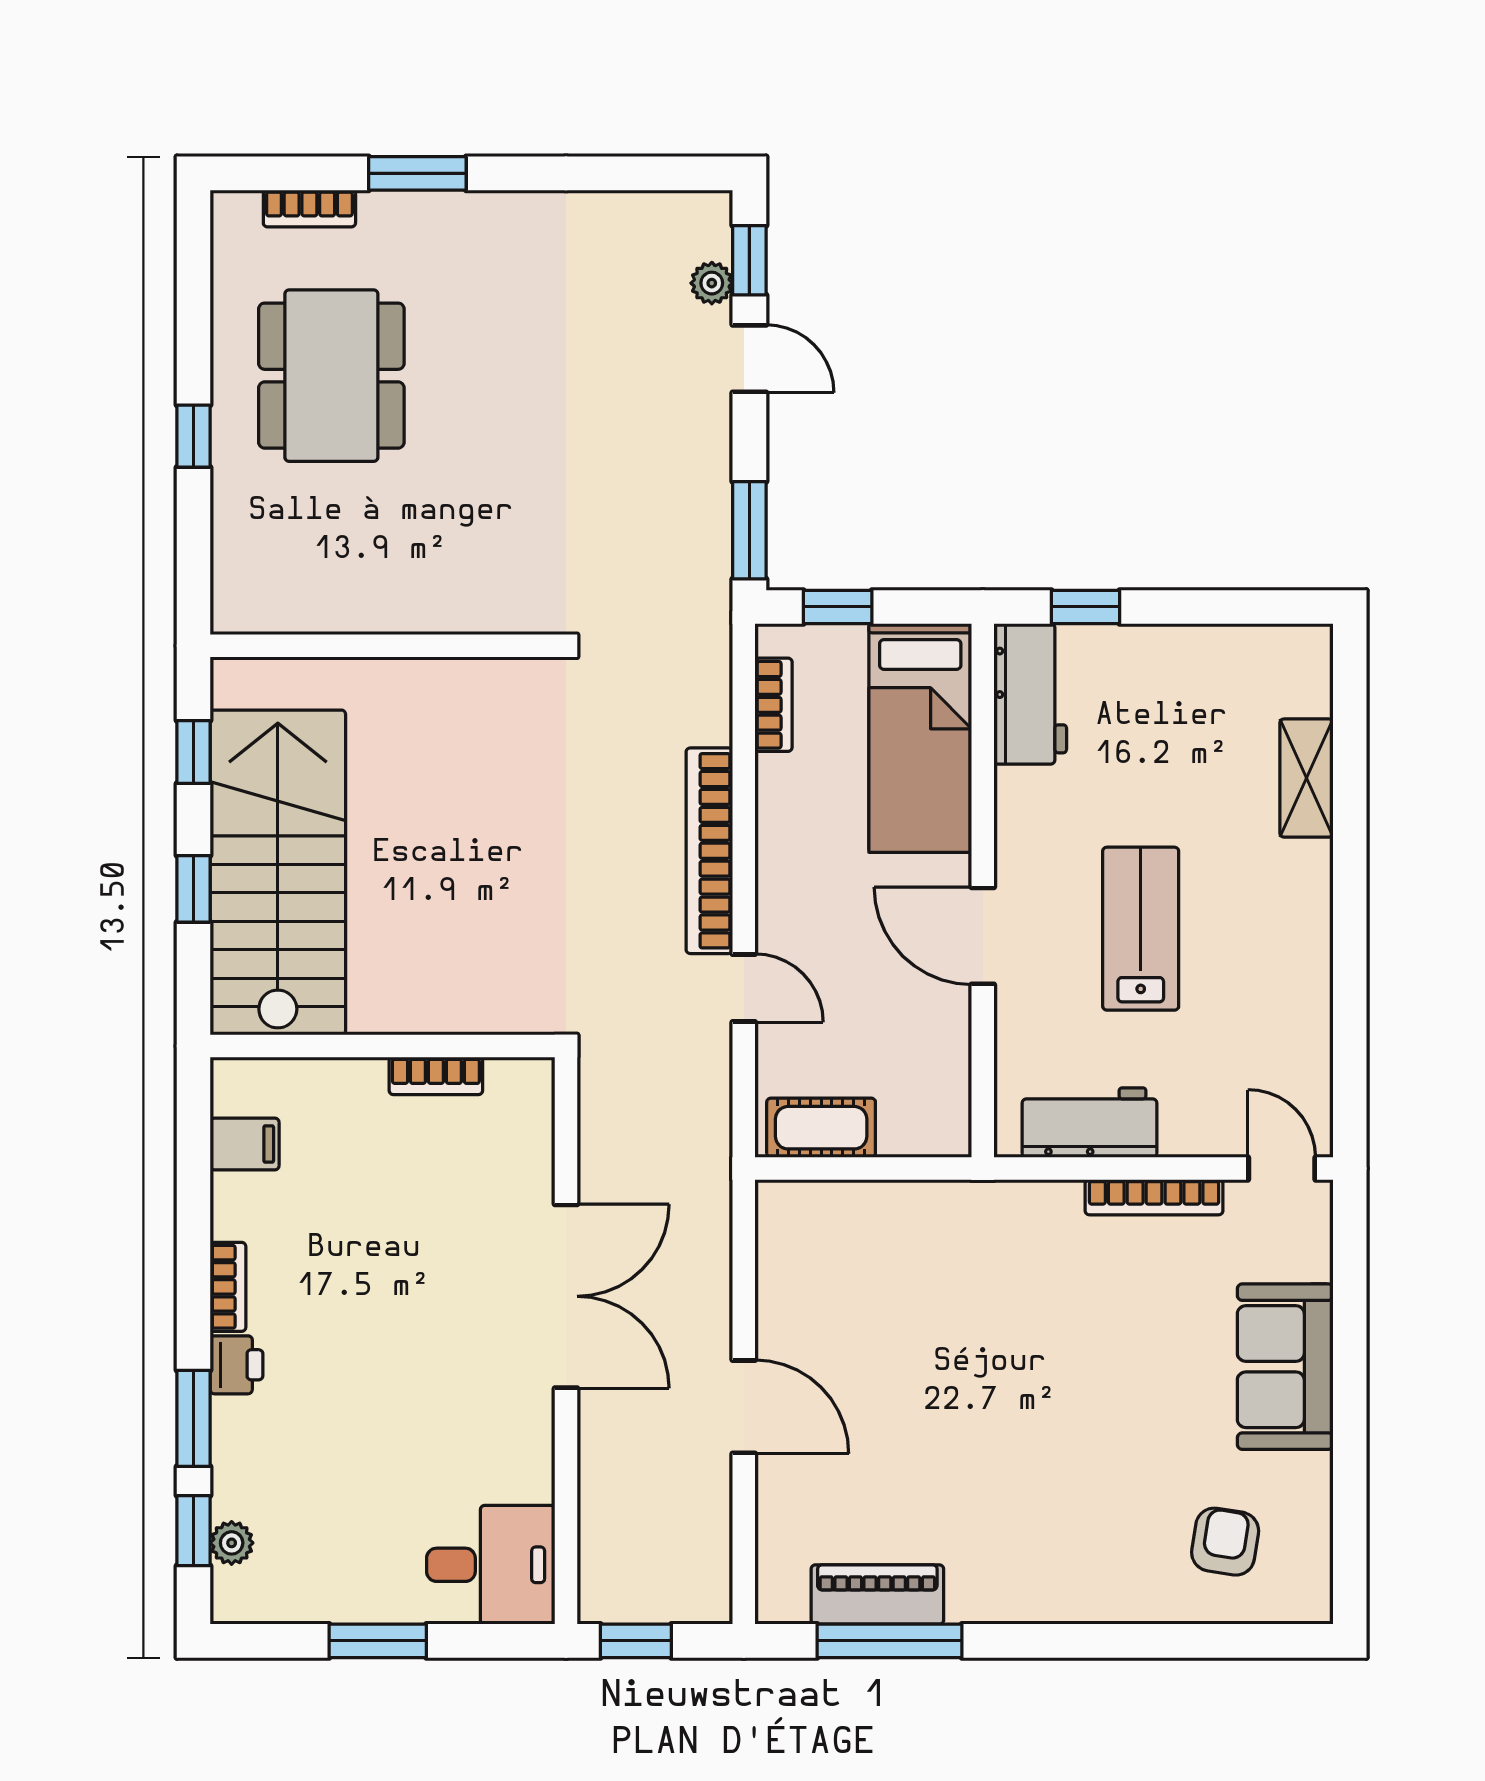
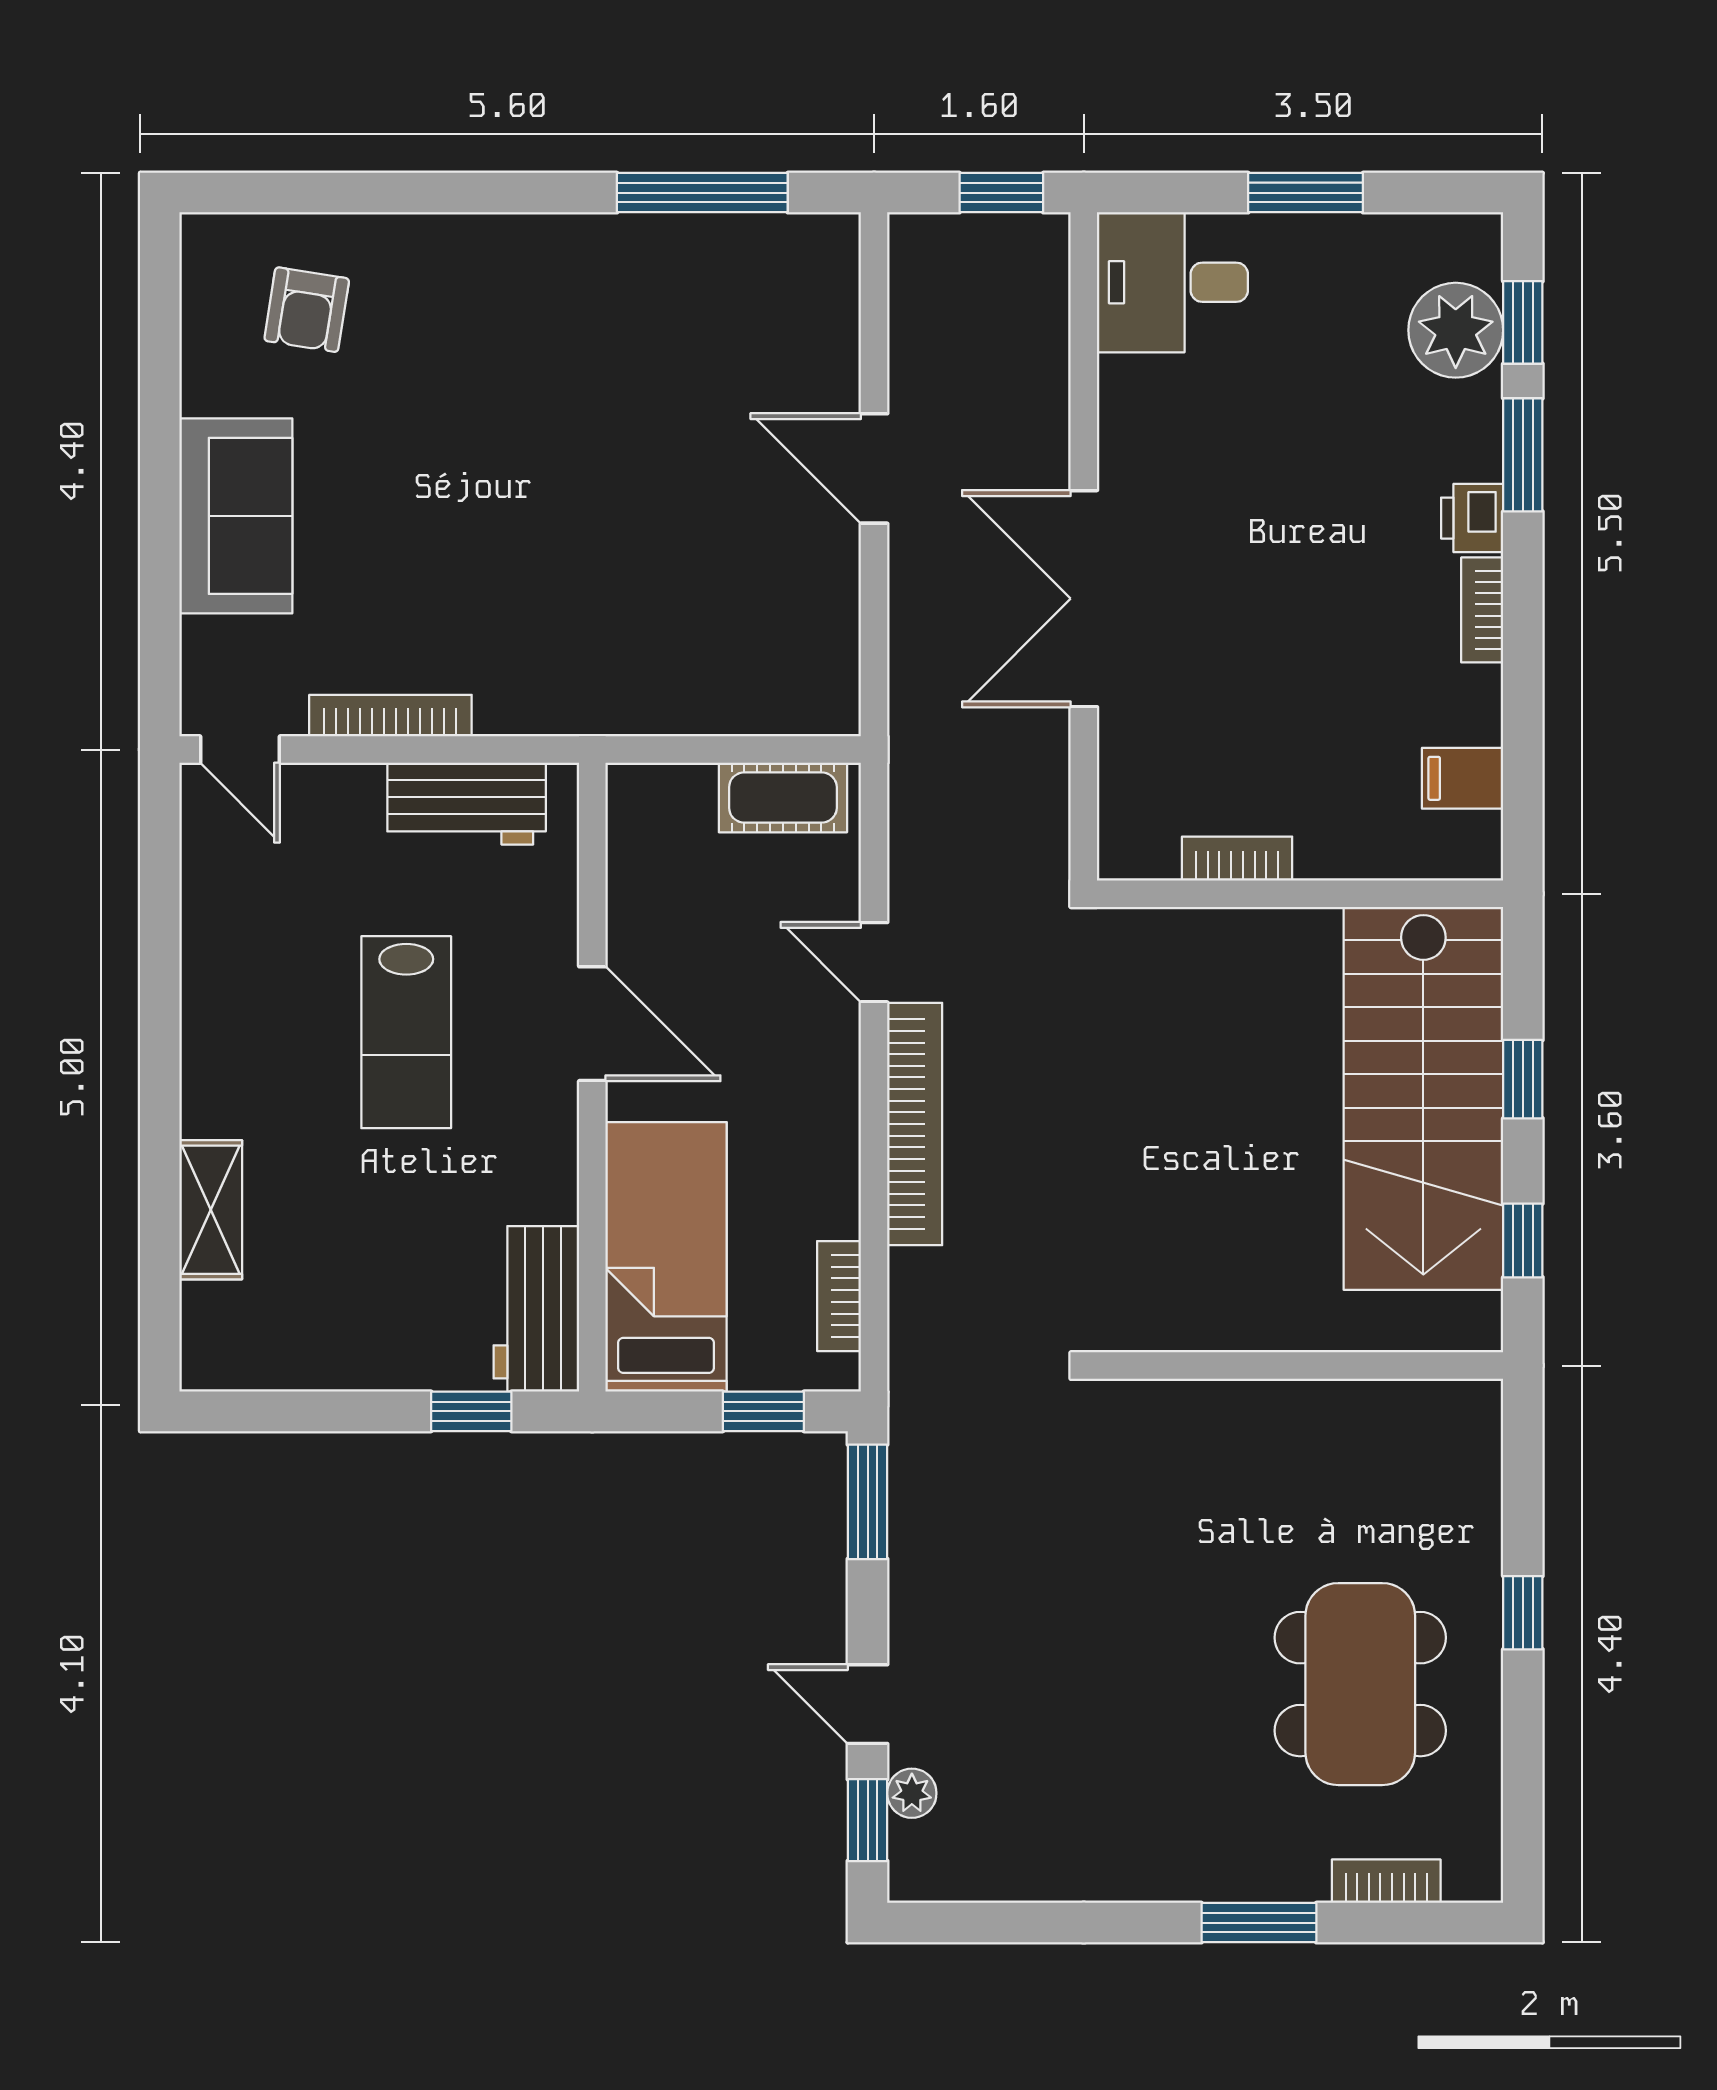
plant: (232, 1543) -> (1456, 330), width x1.88, depth x1.88
piano: (877, 1595) -> (717, 247), removed

